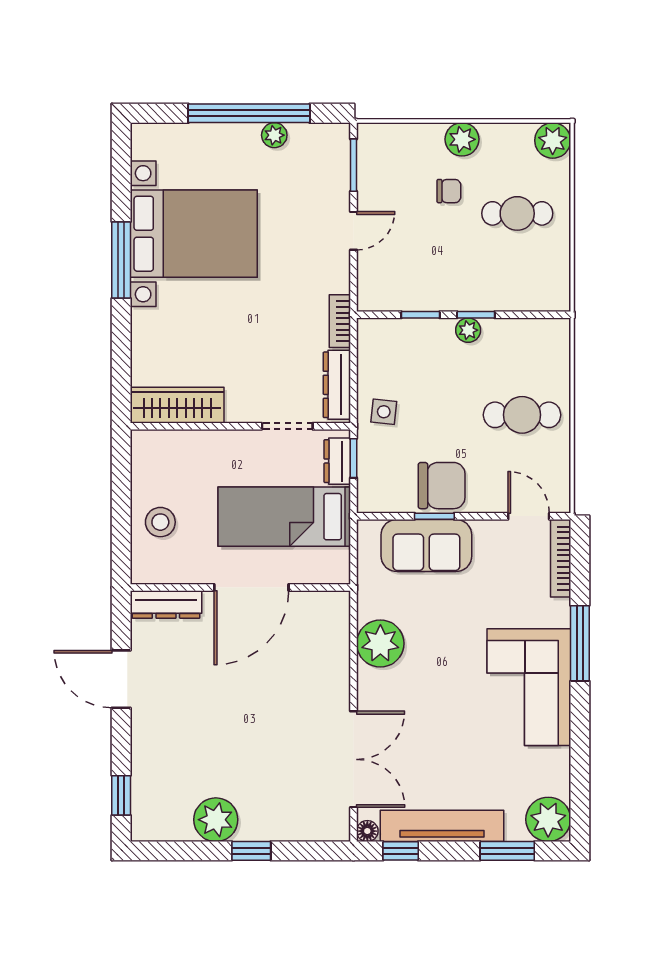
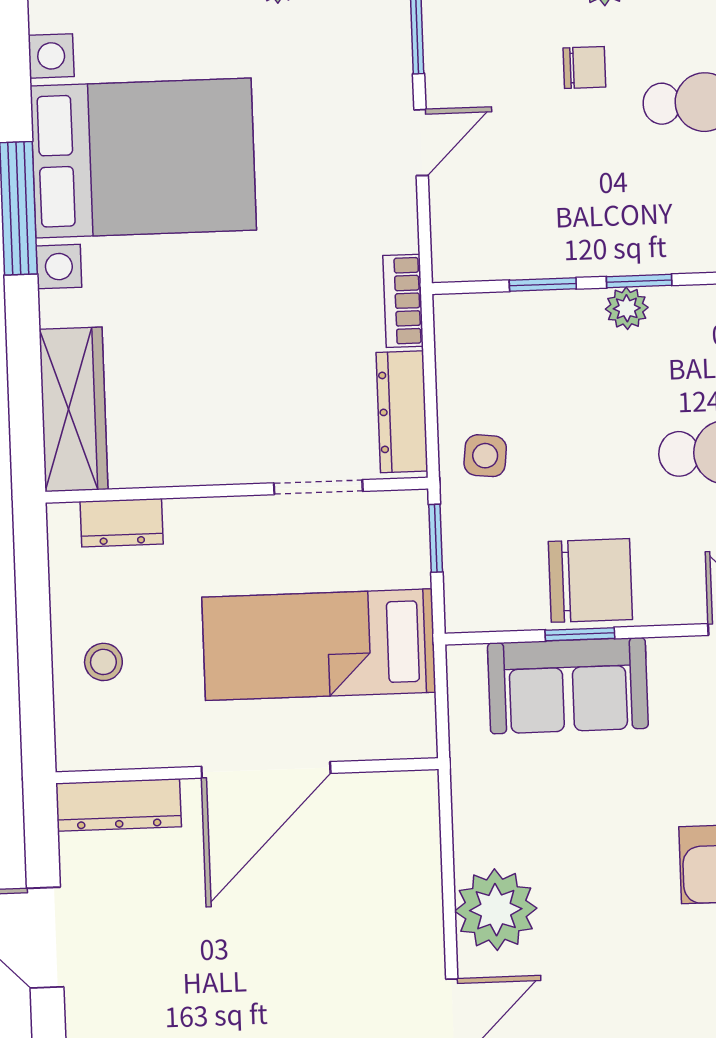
wardrobe: (177, 405) -> (74, 409), moved, turned 90
dresser: (337, 461) -> (122, 523), moved, turned -90
stool: (160, 522) -> (103, 662), width x0.73, depth x0.73
plant: (380, 643) -> (496, 910), moved

